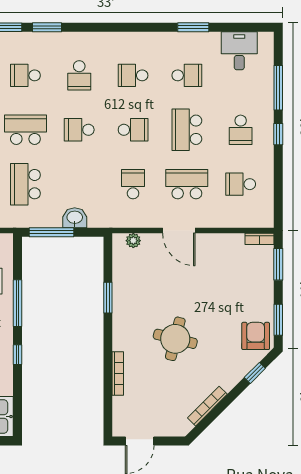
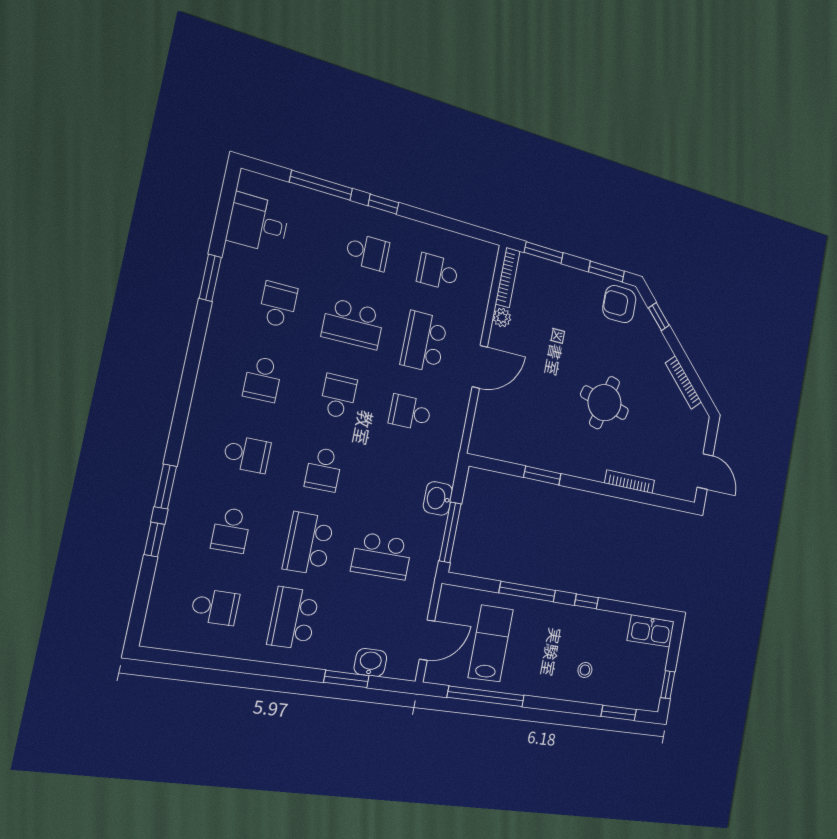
school desk: (241, 184) -> (438, 272), turned 90
bookcase: (259, 239) -> (508, 277), width x1.56
plant: (133, 241) -> (502, 318), moved

